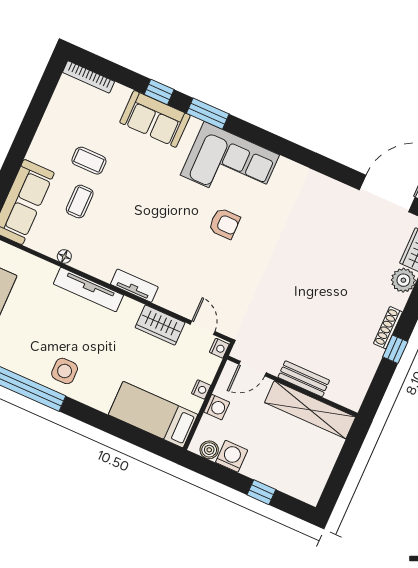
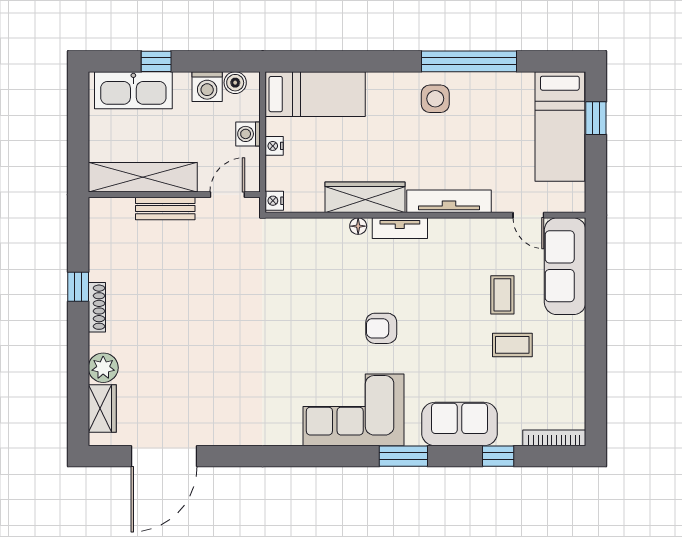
window: (159, 92) -> (498, 456), moved
armchair: (224, 223) -> (381, 328), moved
floor lamp: (64, 256) -> (358, 226), moved
wardrobe: (160, 325) -> (365, 197), width x1.50
door: (203, 328) -> (528, 215), moved
kitchen sink: (288, 478) -> (133, 90), added

